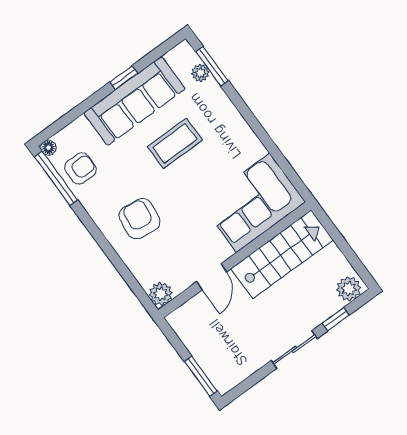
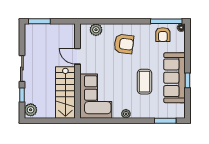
plant: (200, 73) -> (126, 114), moved
plant: (161, 294) -> (96, 30), moved

